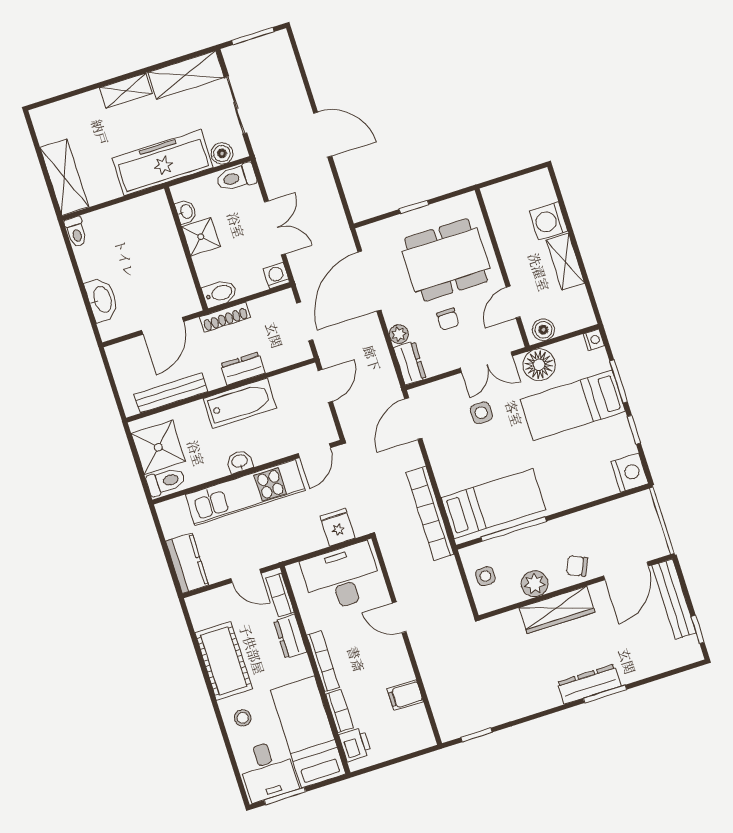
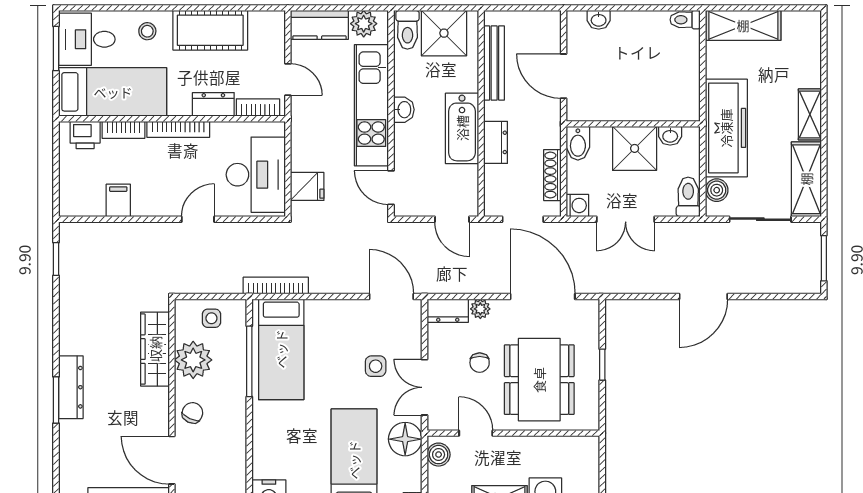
shower: (201, 237) -> (635, 148), width x1.36, depth x1.36
washbasin: (102, 300) -> (599, 20), width x0.52, depth x0.69
shoe rack: (225, 317) -> (552, 175), moved
chair: (448, 319) -> (480, 363), turned -90
bookcase: (430, 513) -> (276, 286), width x0.68, depth x0.76
plant: (173, 523) -> (364, 24), added
door: (246, 576) -> (288, 80), swing flipped
plant: (535, 584) -> (193, 360), width x1.36, depth x1.36
wardrobe: (557, 610) -> (155, 349), moved

